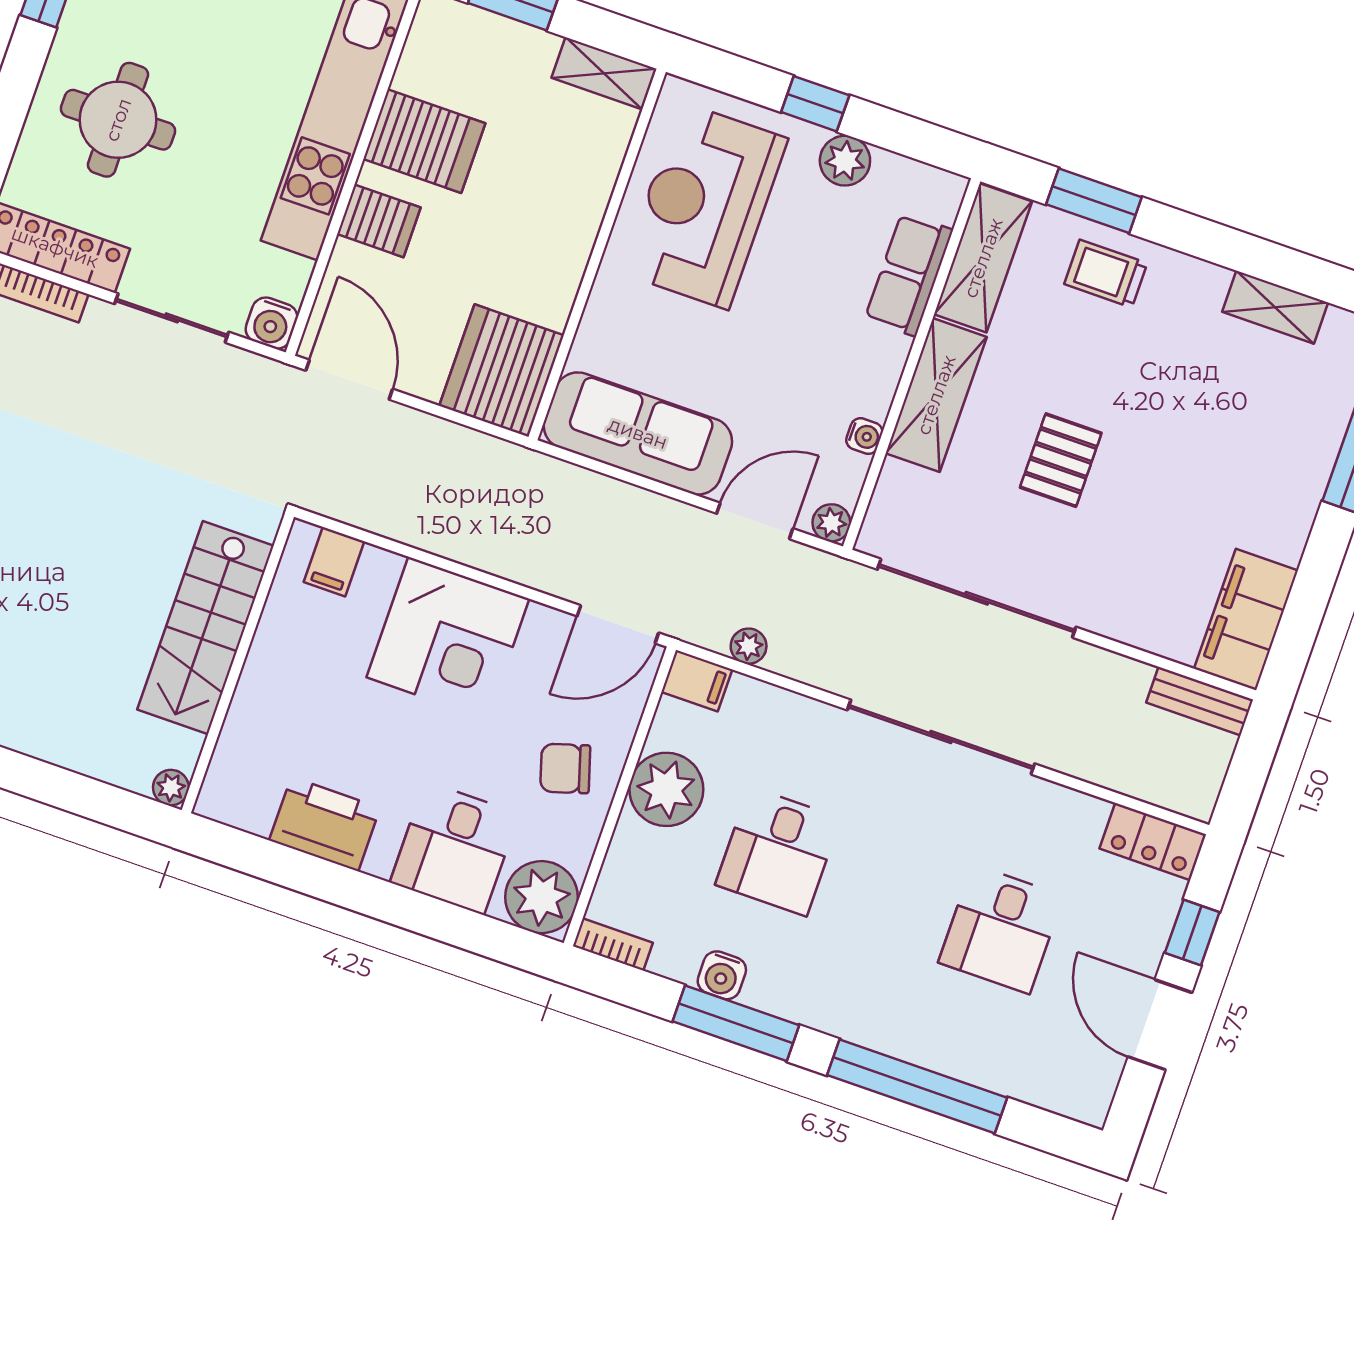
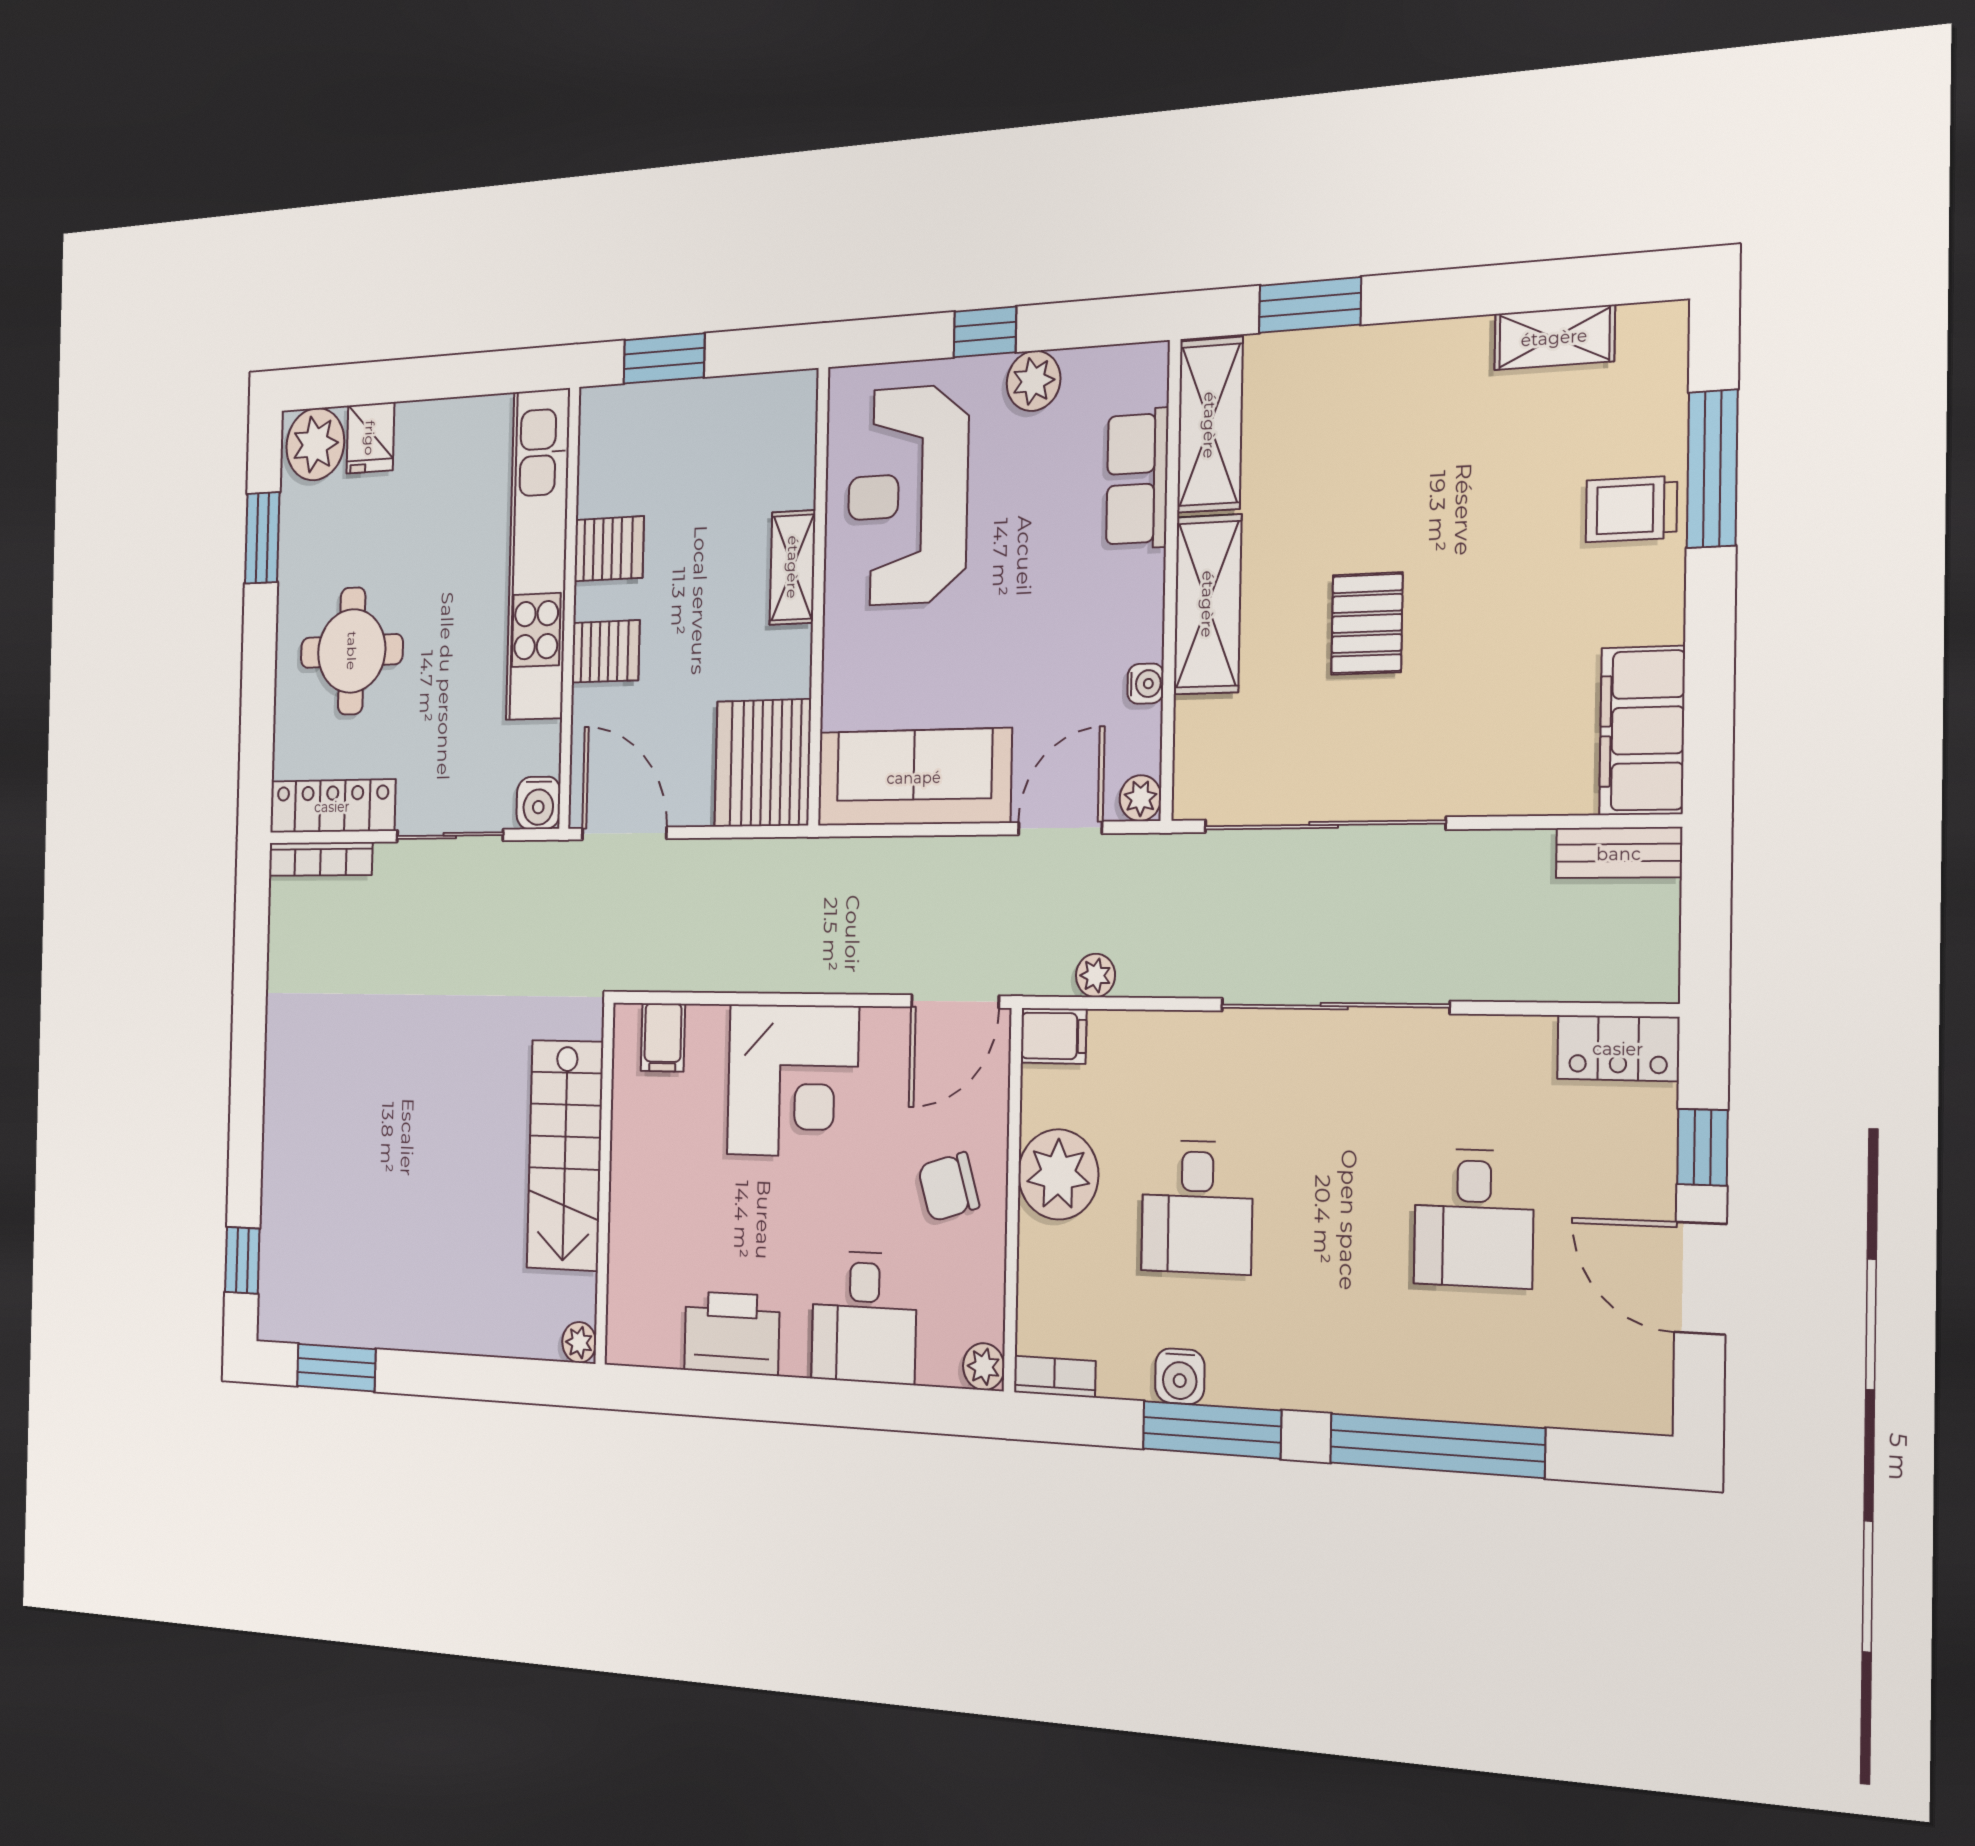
shelving: (604, 73) -> (793, 567), moved, turned 90
server rack: (424, 141) -> (609, 549), width x0.73, depth x0.70
trolley: (1106, 274) -> (1631, 509), moved
plant: (542, 897) -> (984, 1367), width x0.53, depth x0.53

